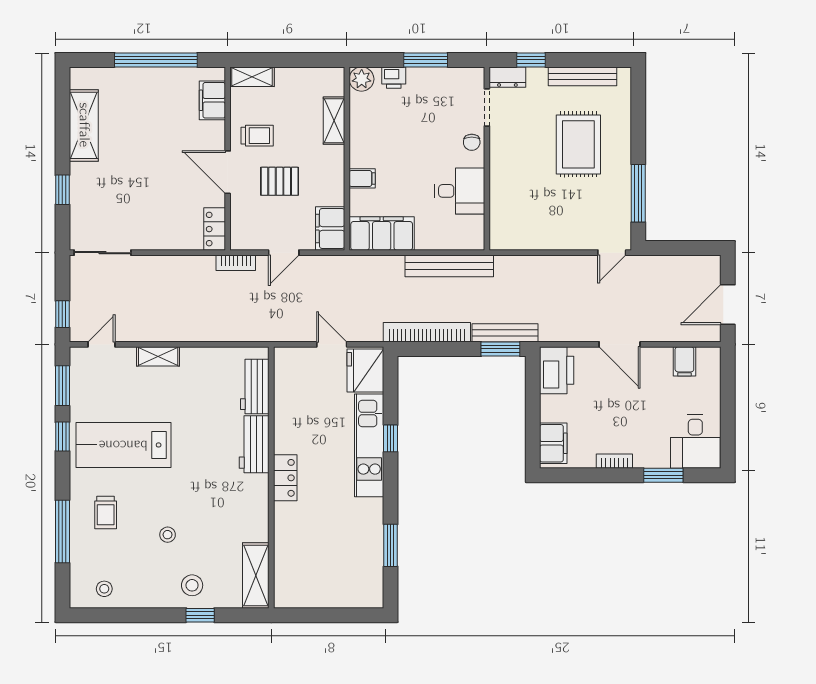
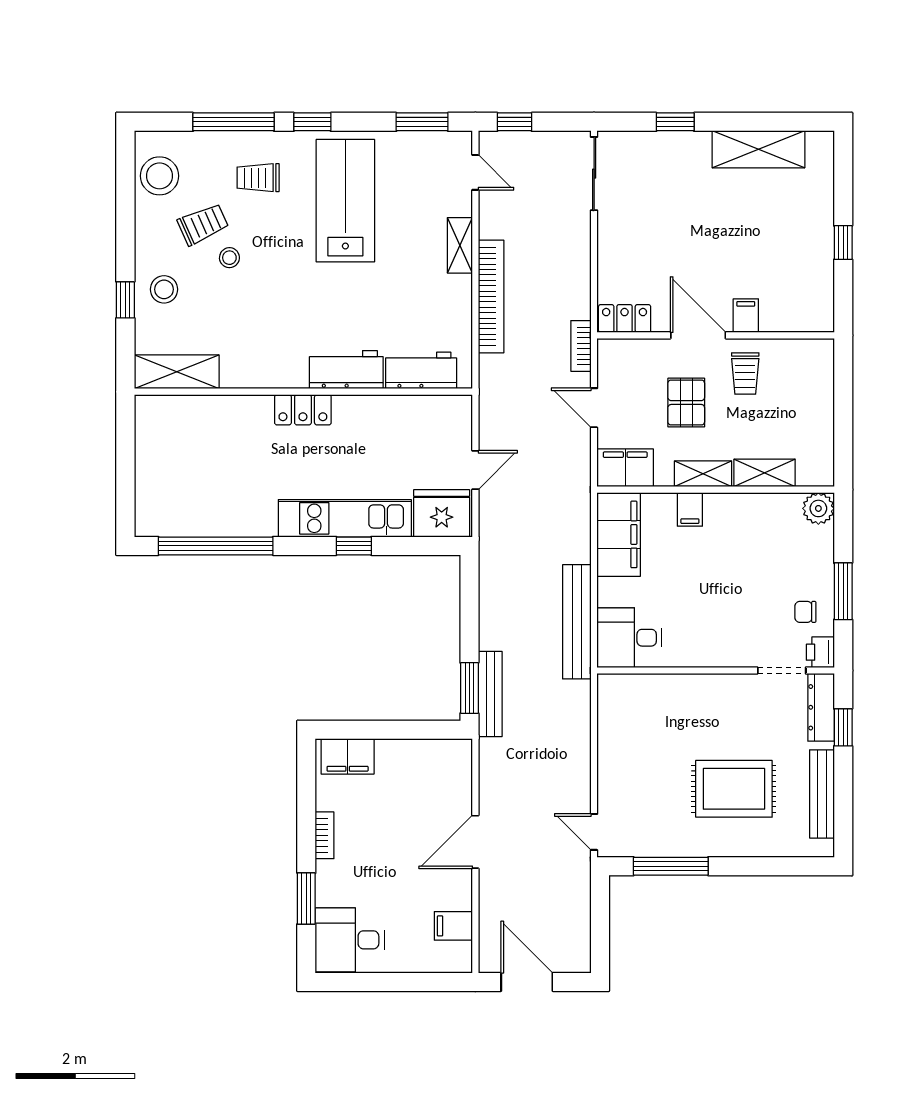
window: (156, 60) -> (843, 243), width x0.32
shelving: (252, 77) -> (703, 474), moved, turned 90
dresser: (507, 77) -> (821, 707), width x1.44
printer: (394, 78) -> (820, 652), moved
filing cabinet: (212, 100) -> (746, 316), moved, width x0.50
chair: (472, 142) -> (805, 612), moved
door: (228, 172) -> (698, 335), hinge flipped
desk: (460, 191) -> (629, 638), moved, turned 90
bookcase: (427, 332) -> (491, 296), moved
printer: (557, 370) -> (442, 761), removed
window: (62, 437) -> (312, 122), moved
window: (391, 545) -> (216, 546), width x2.11
trolley: (142, 555) -> (203, 224), added
stool: (104, 589) -> (159, 176), width x1.89, depth x1.89

